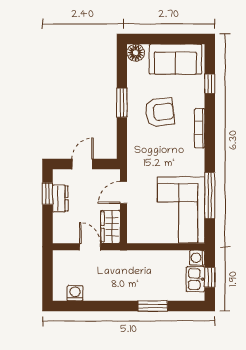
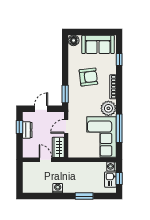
window: (122, 103) -> (65, 94), moved
plant: (192, 163) -> (108, 108), added
washing machine: (75, 293) -> (58, 188), moved

